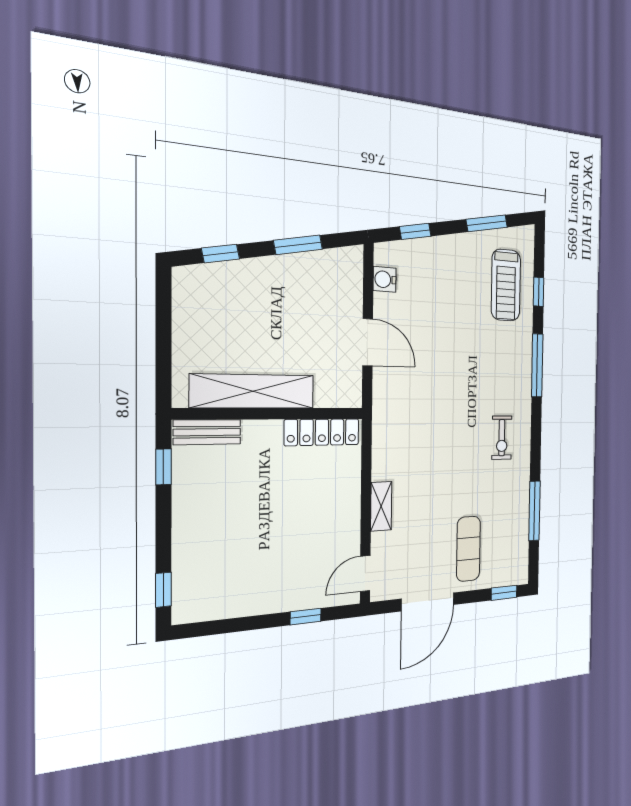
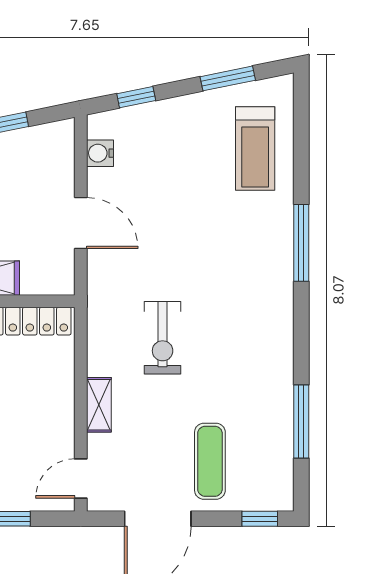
window: (539, 292) -> (301, 153), removed
exercise bike: (502, 438) -> (163, 338), moved, width x1.38, depth x1.39

